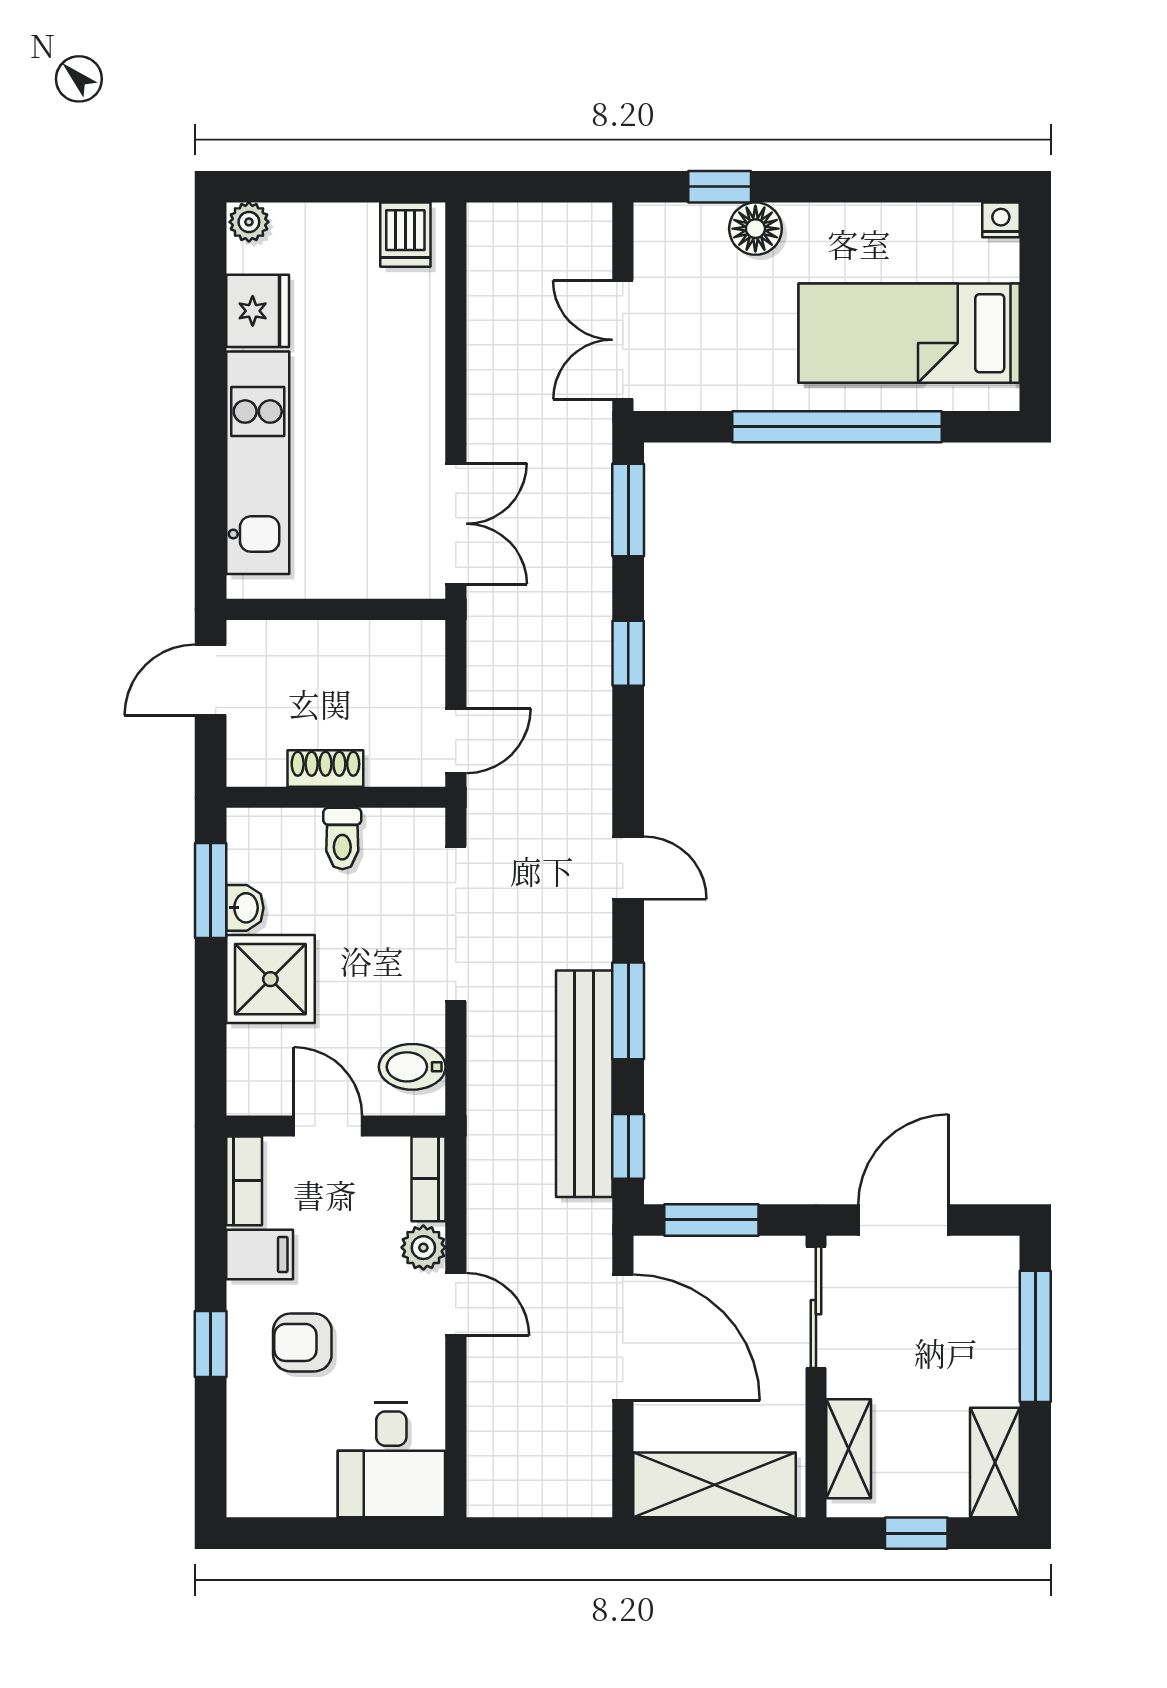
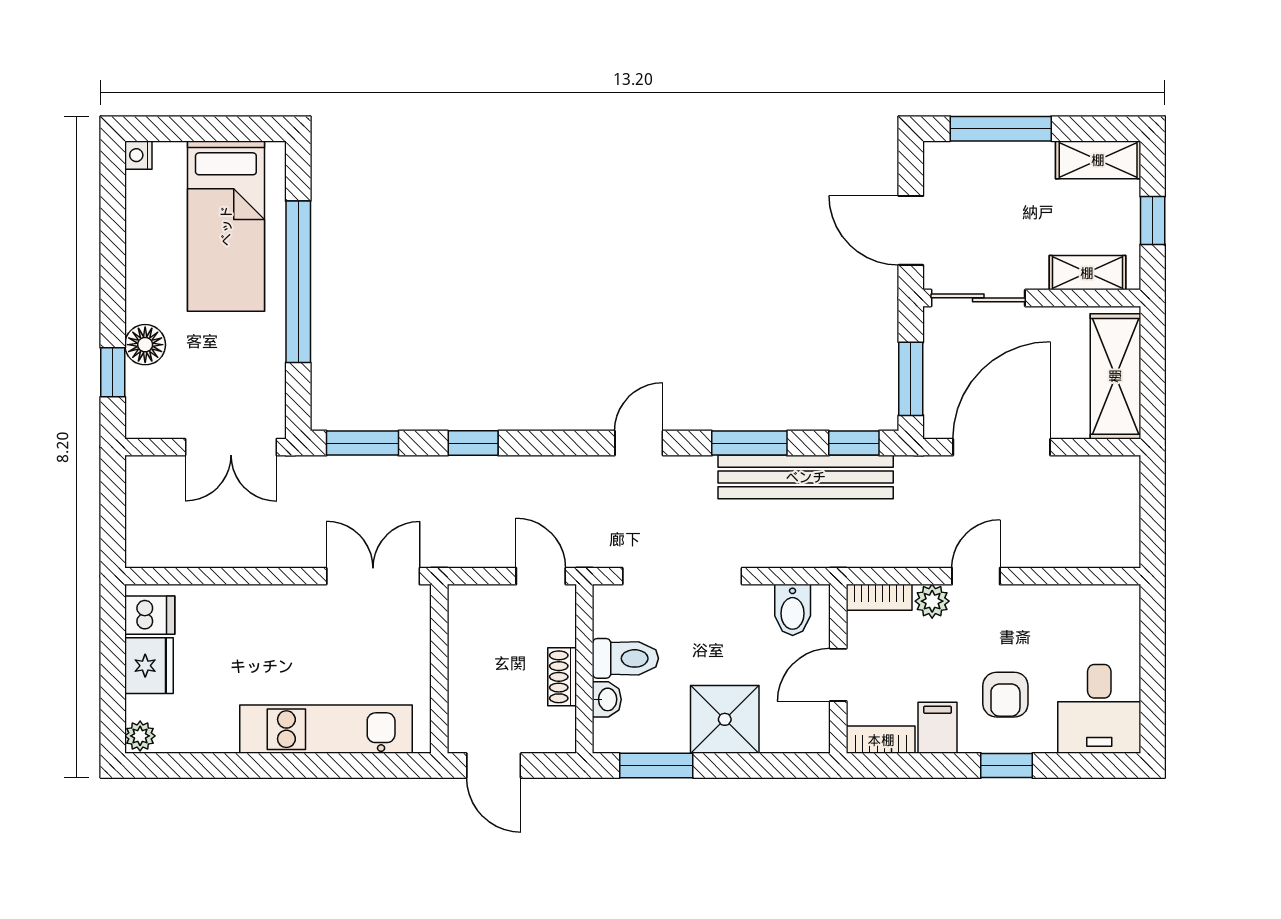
fridge: (258, 311) -> (149, 666), moved, turned 90
toilet: (342, 839) -> (625, 658), width x1.37, depth x1.39
washbasin: (245, 908) -> (607, 699), moved, turned 90
desk: (391, 1460) -> (1099, 709), moved, turned 90

